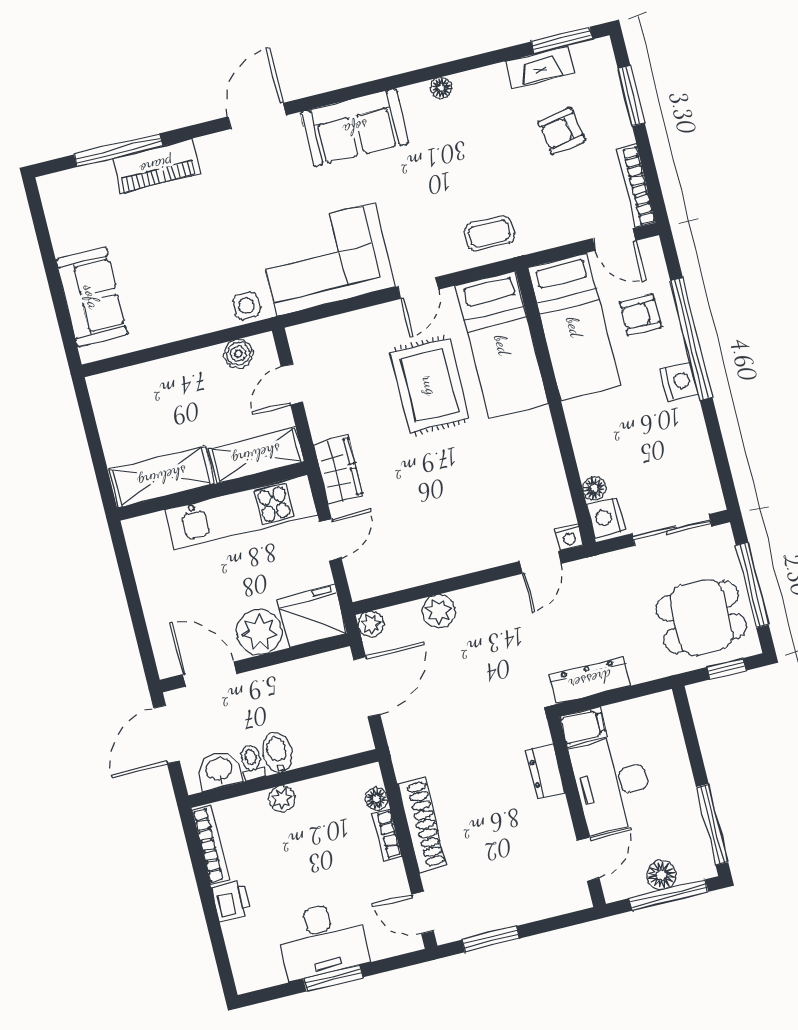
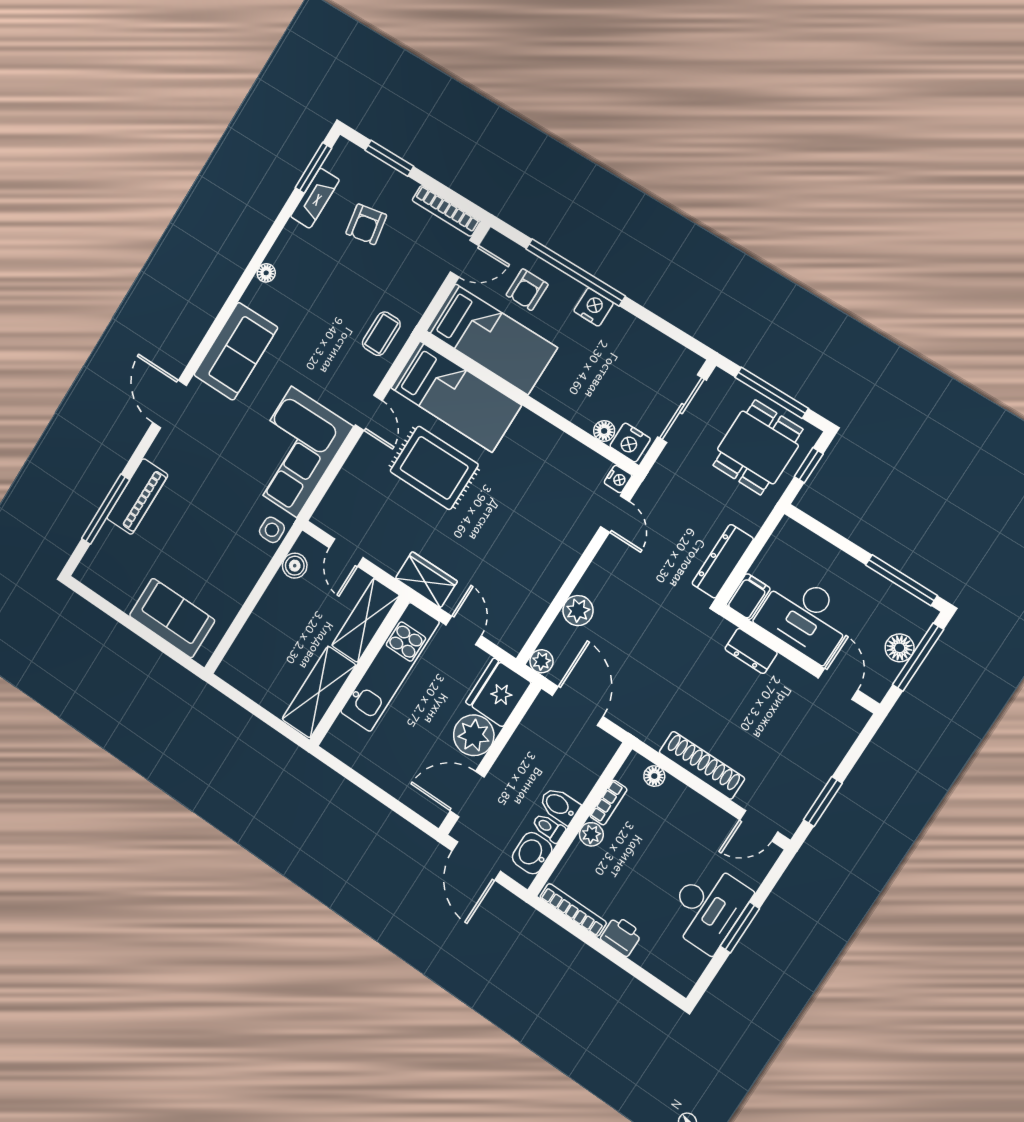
bookcase: (387, 835) -> (608, 803), moved, turned -90

